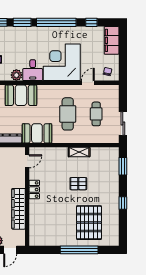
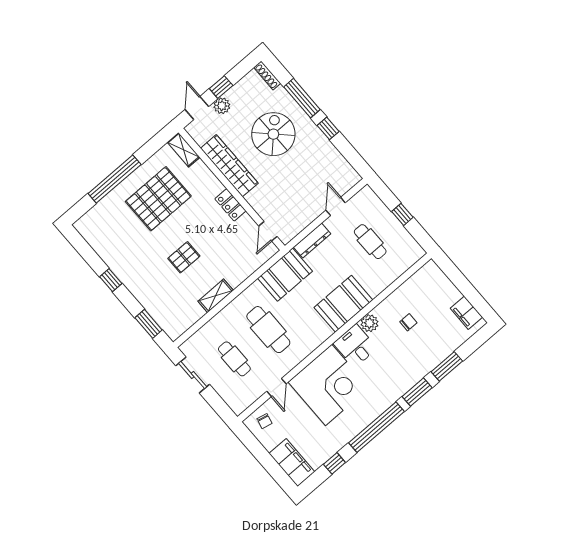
pallet: (89, 223) -> (158, 199), moved, turned 90
shelving: (34, 235) -> (184, 150), added

